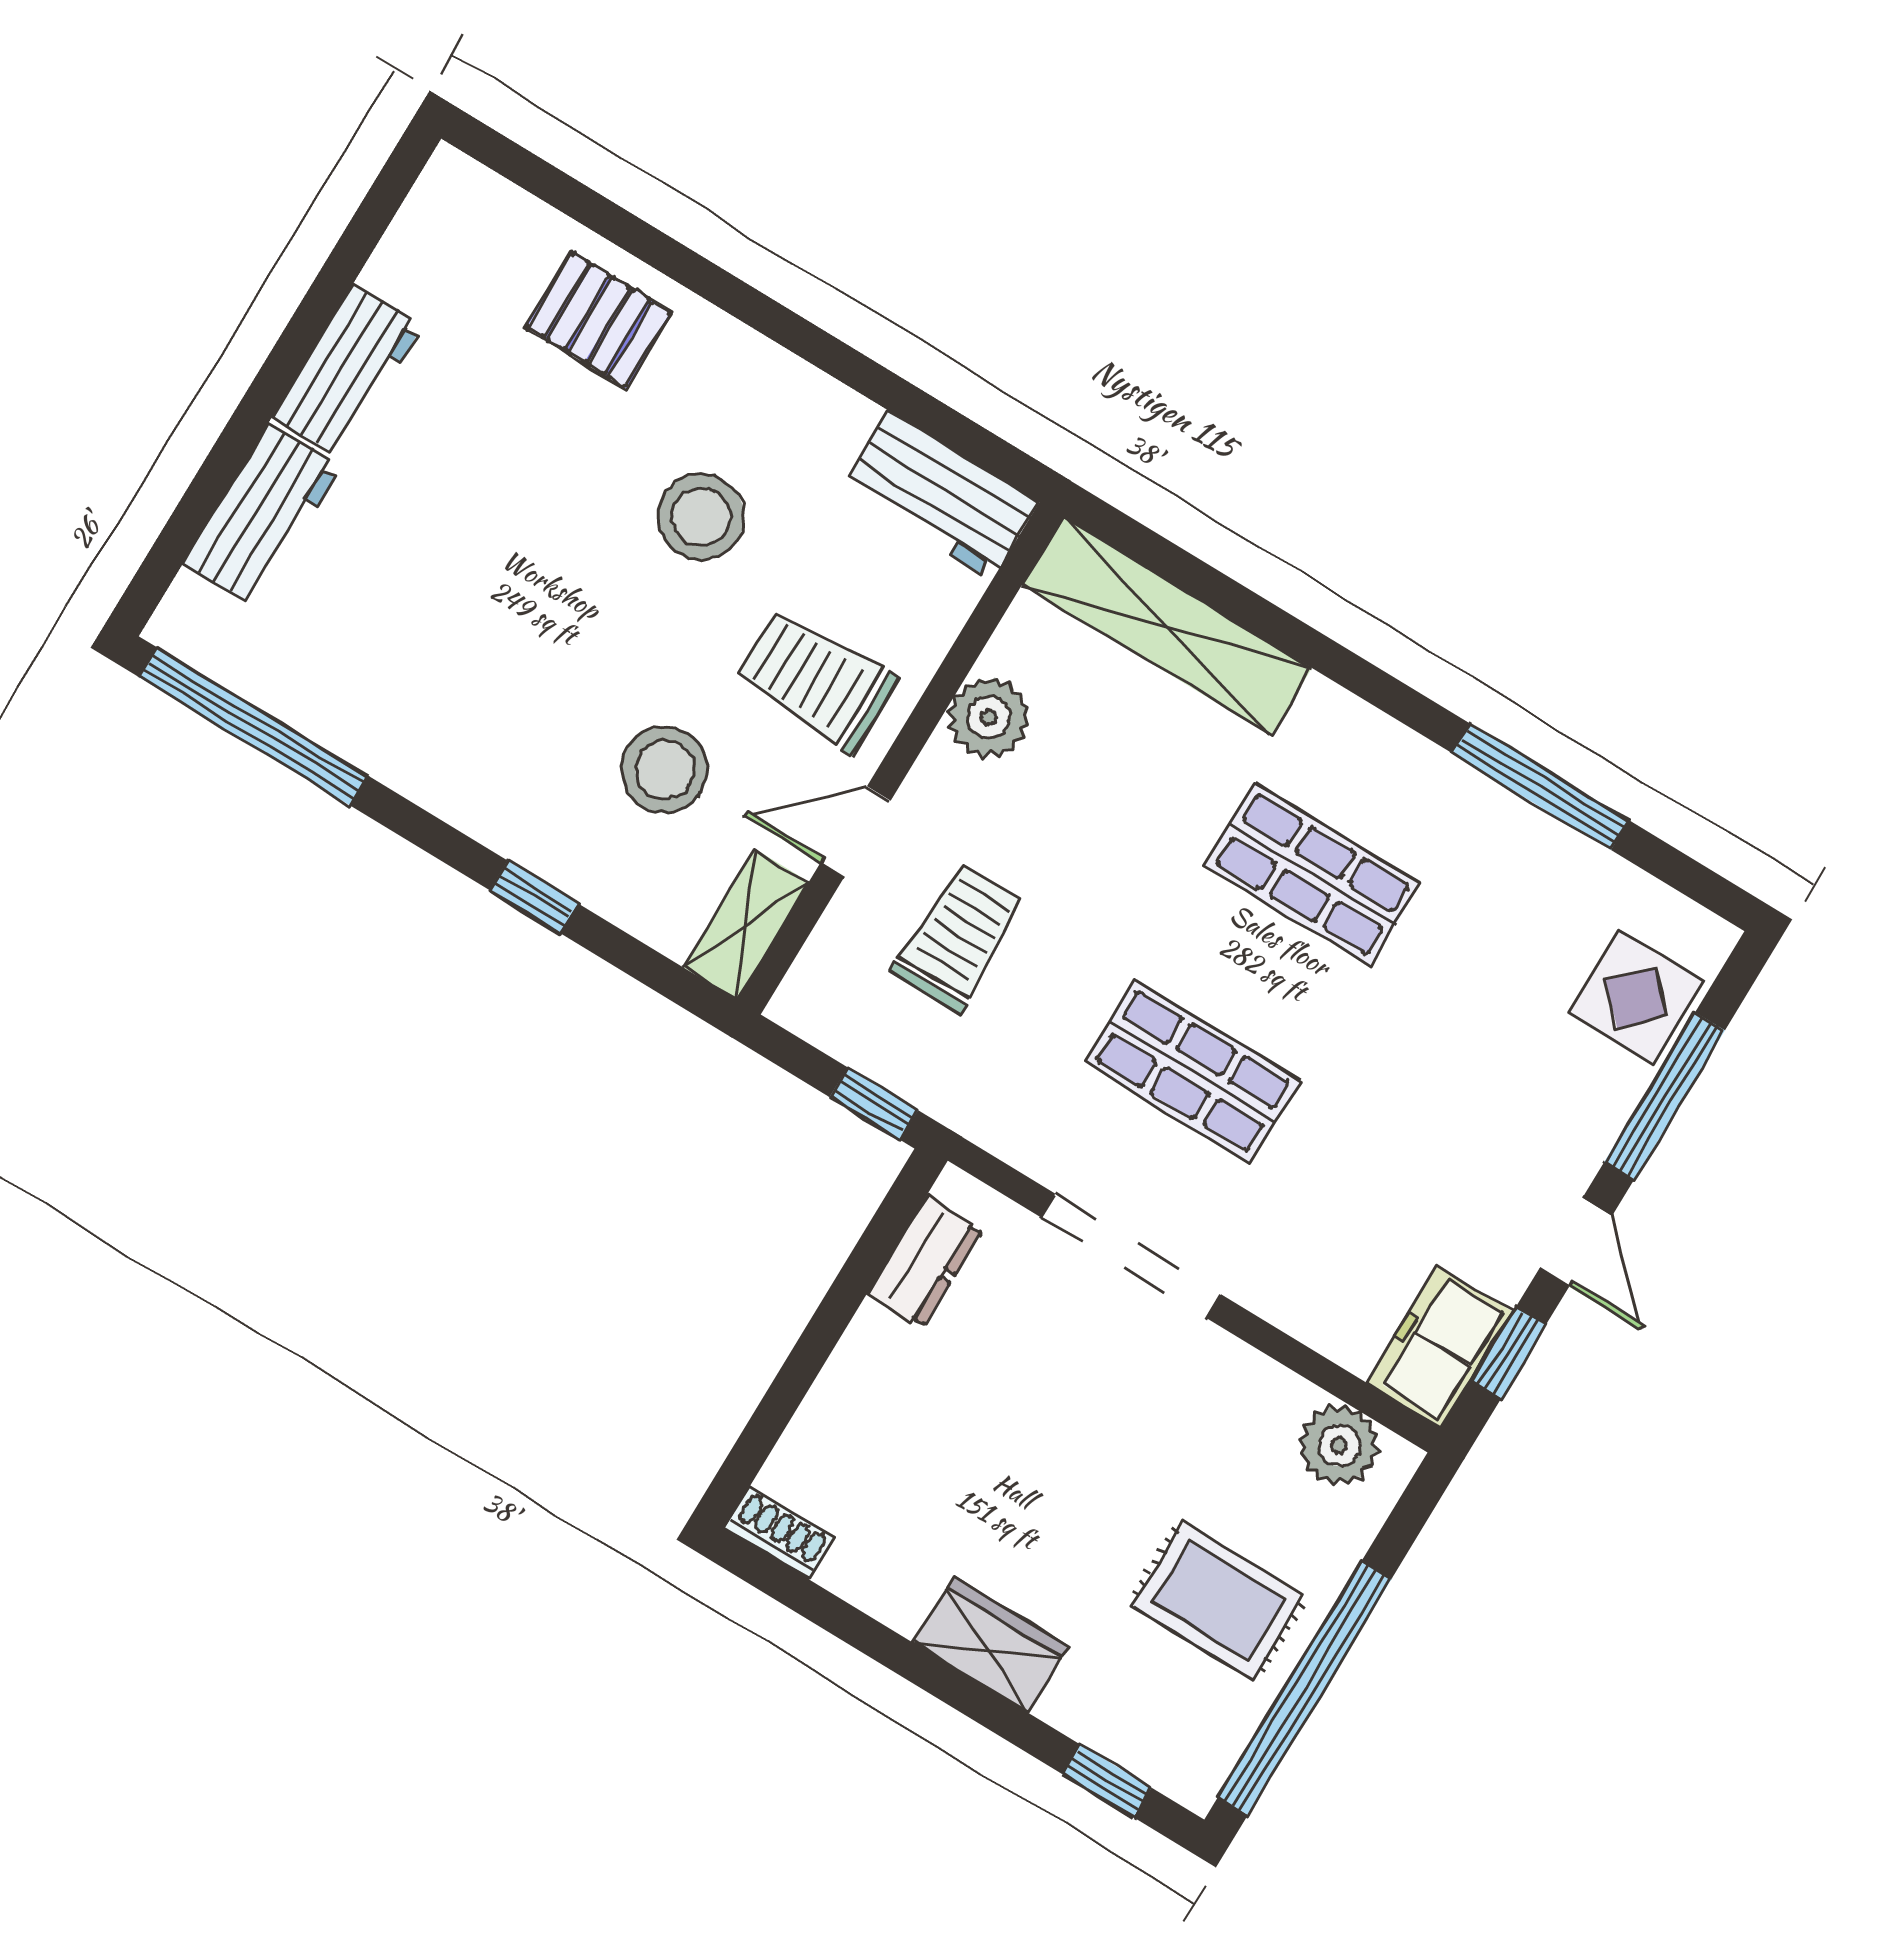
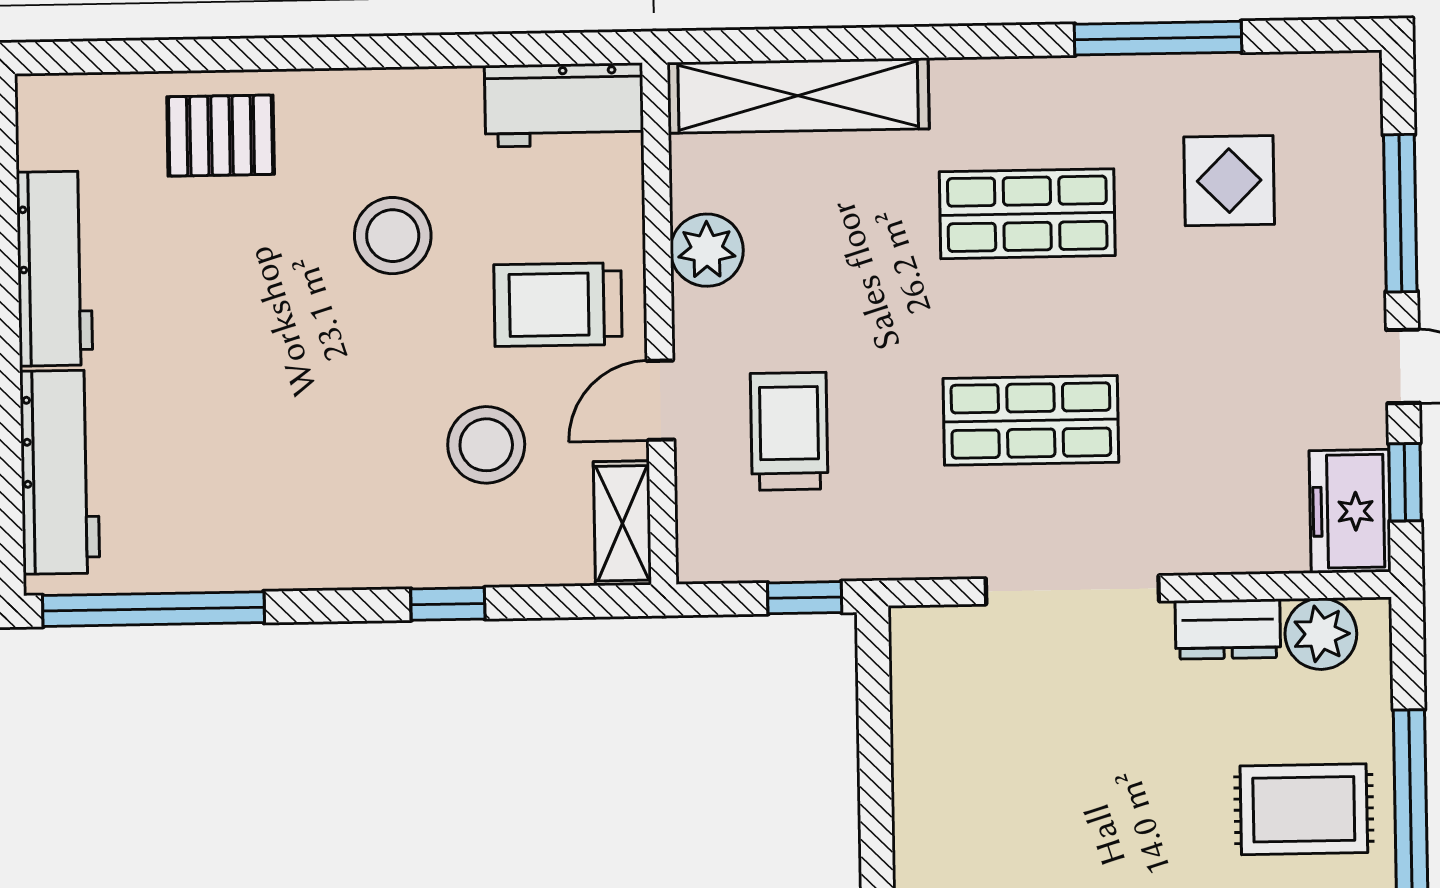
workbench: (347, 371) -> (54, 269), width x1.38
workbench: (262, 515) -> (60, 472), width x1.38
display table: (1636, 998) -> (1229, 181), moved
dresser: (925, 1262) -> (1228, 629), moved, turned 90

